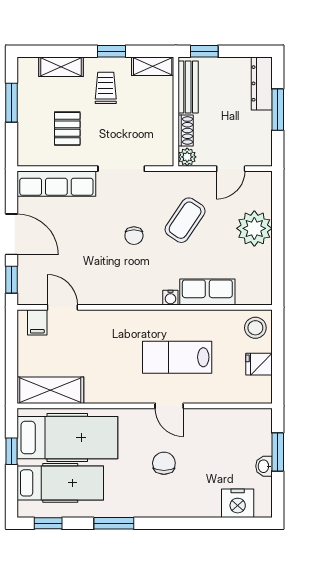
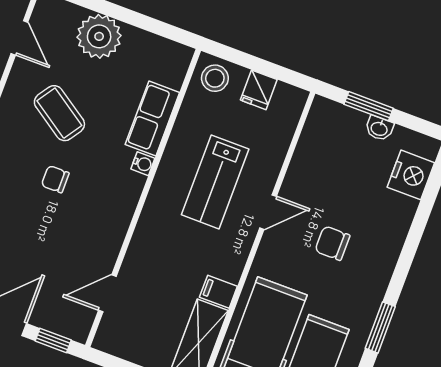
chair: (134, 236) -> (55, 179), turned 180
filing cabinet: (37, 322) -> (218, 292), moved, turned 180

